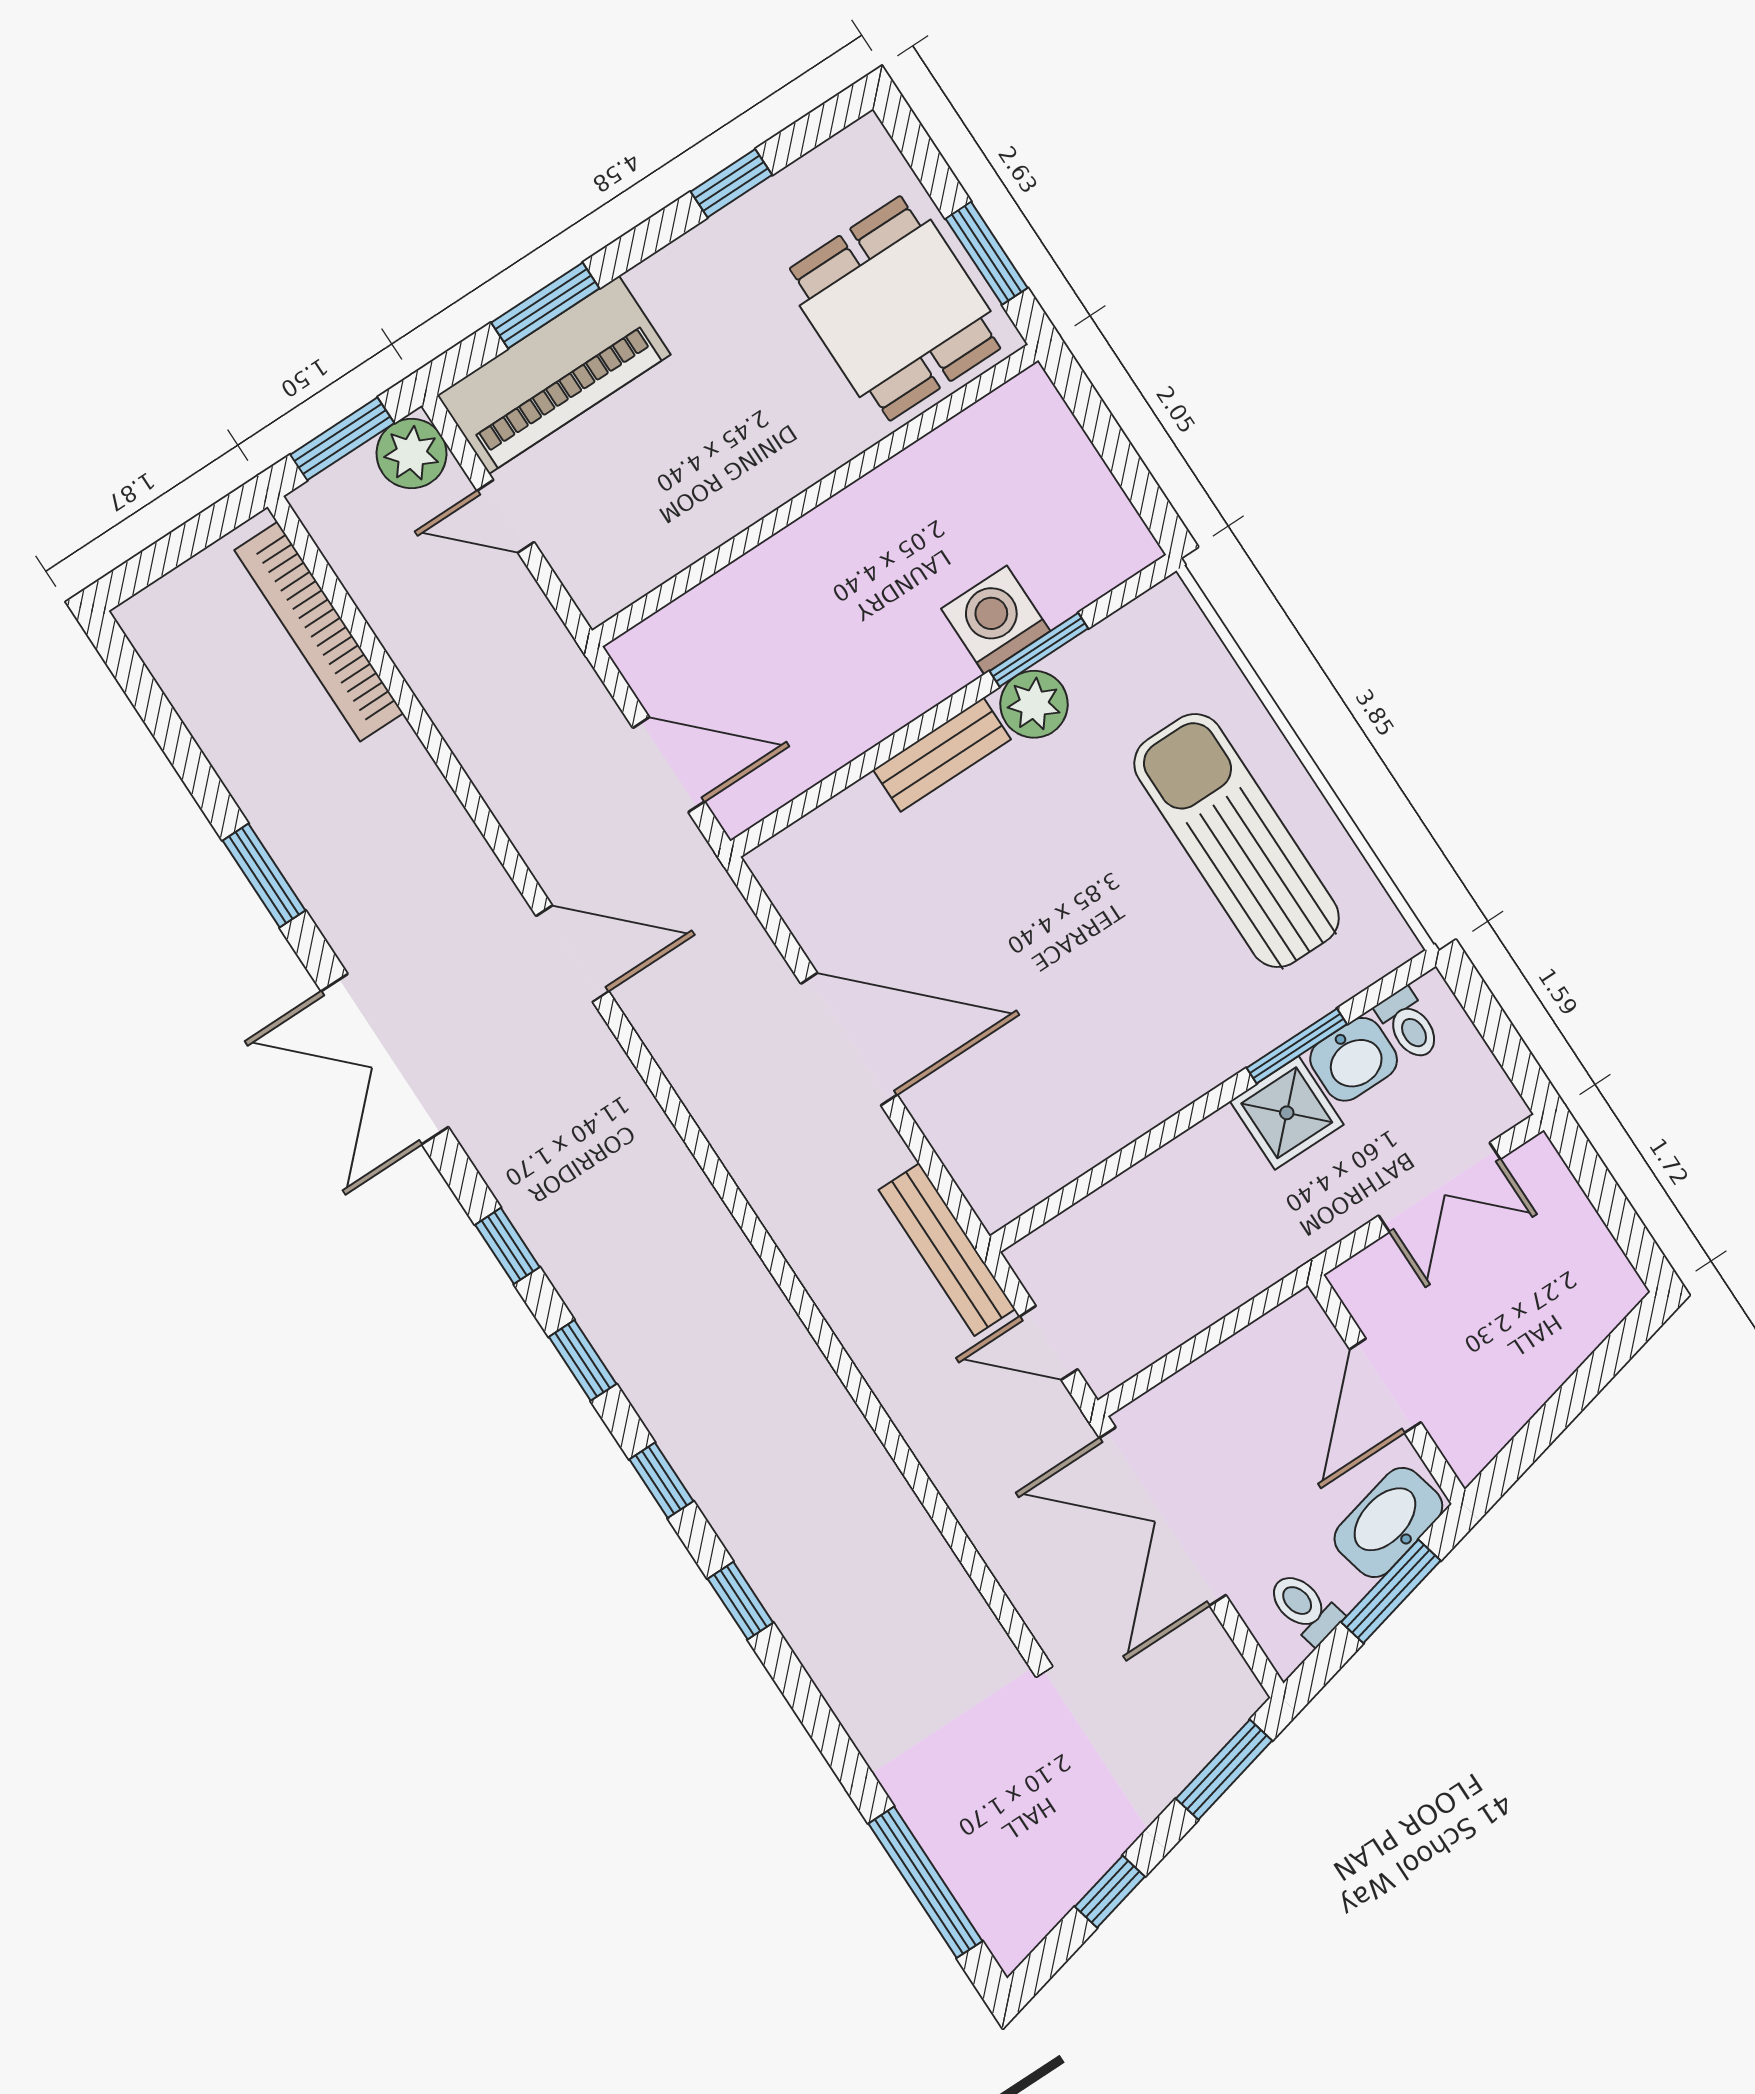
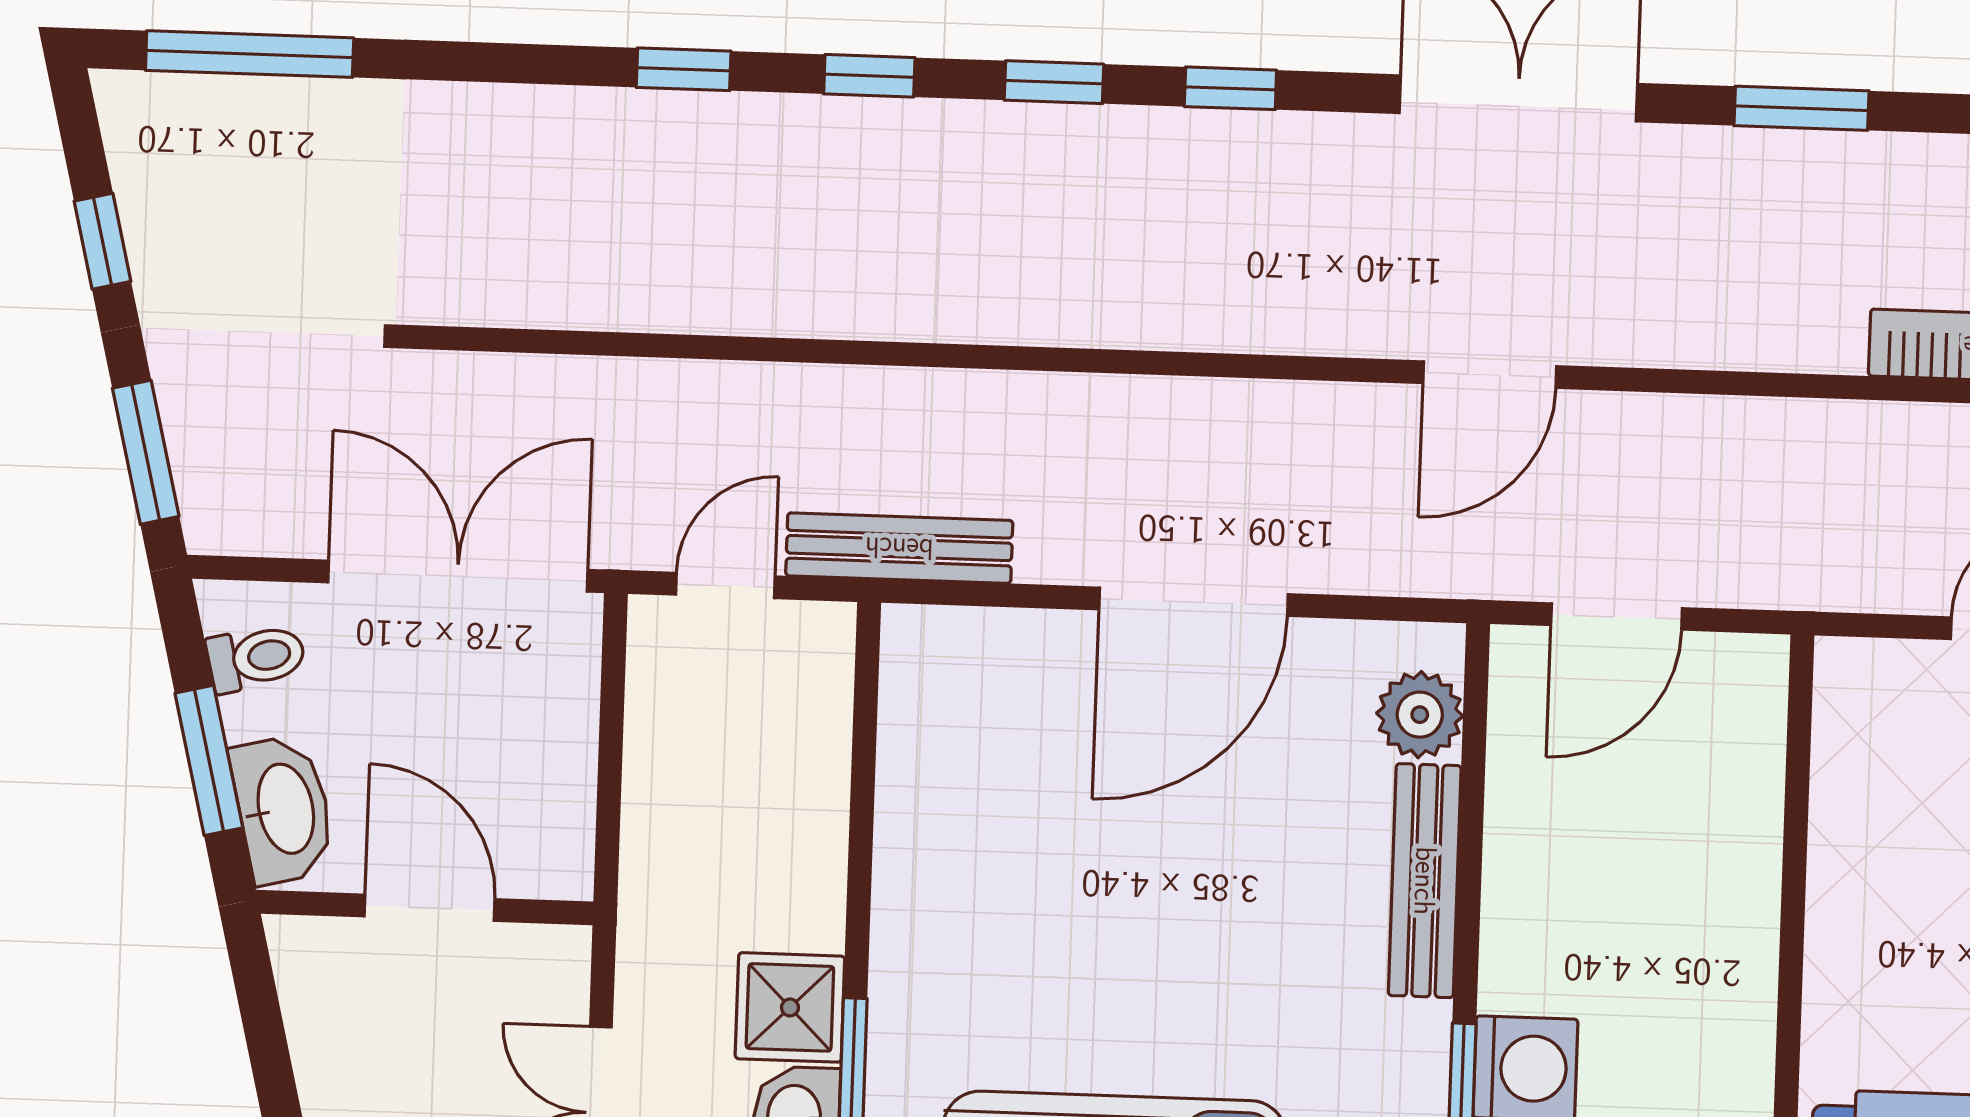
plant: (1034, 704) -> (1420, 715), moved
bench: (942, 755) -> (1425, 881), width x1.36

